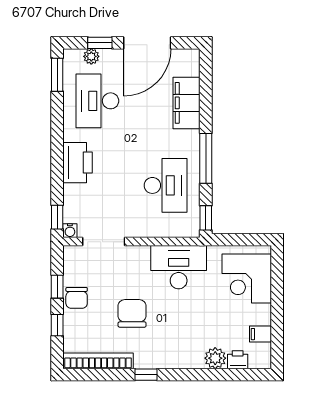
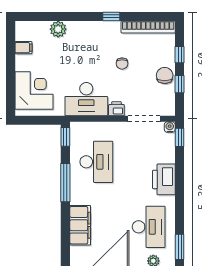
desk: (166, 185) -> (96, 162), turned 180
chair: (132, 313) -> (122, 64), width x0.54, depth x0.54
printer: (238, 360) -> (116, 109), moved, turned 180

